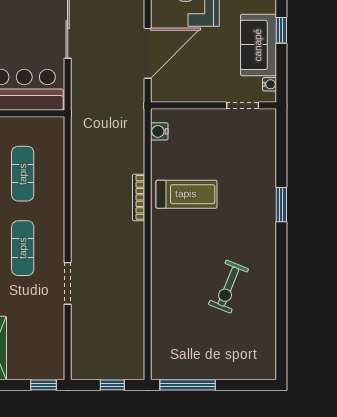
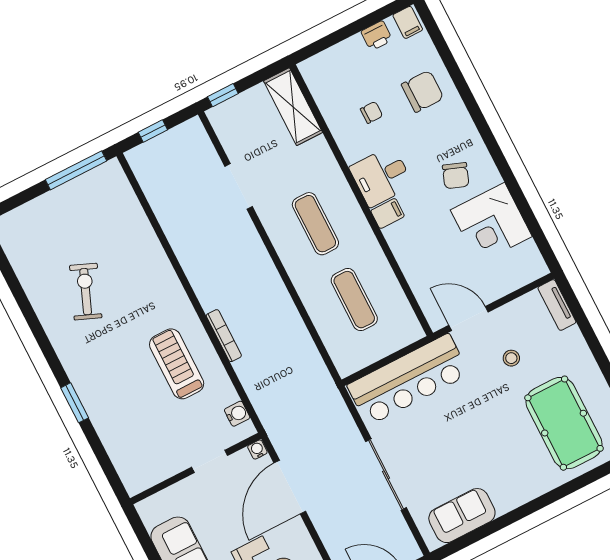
water cooler: (269, 84) -> (257, 450), moved, turned 90
doorway: (243, 105) -> (210, 461), moved
treadmill: (186, 194) -> (177, 364), turned 90
doorway: (68, 283) -> (239, 186), moved

